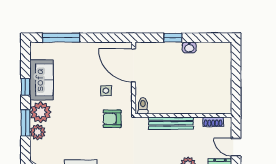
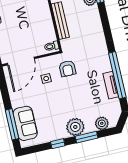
sofa: (41, 80) -> (25, 123), moved, turned 90
plant: (38, 132) -> (102, 123), moved

